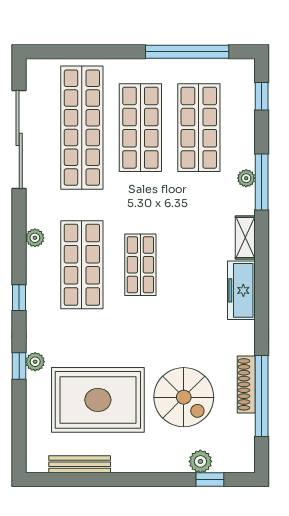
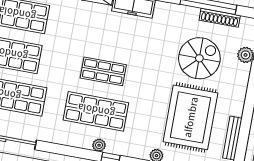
plant: (35, 238) -> (99, 145), moved
shoe rack: (246, 384) -> (220, 18), moved

